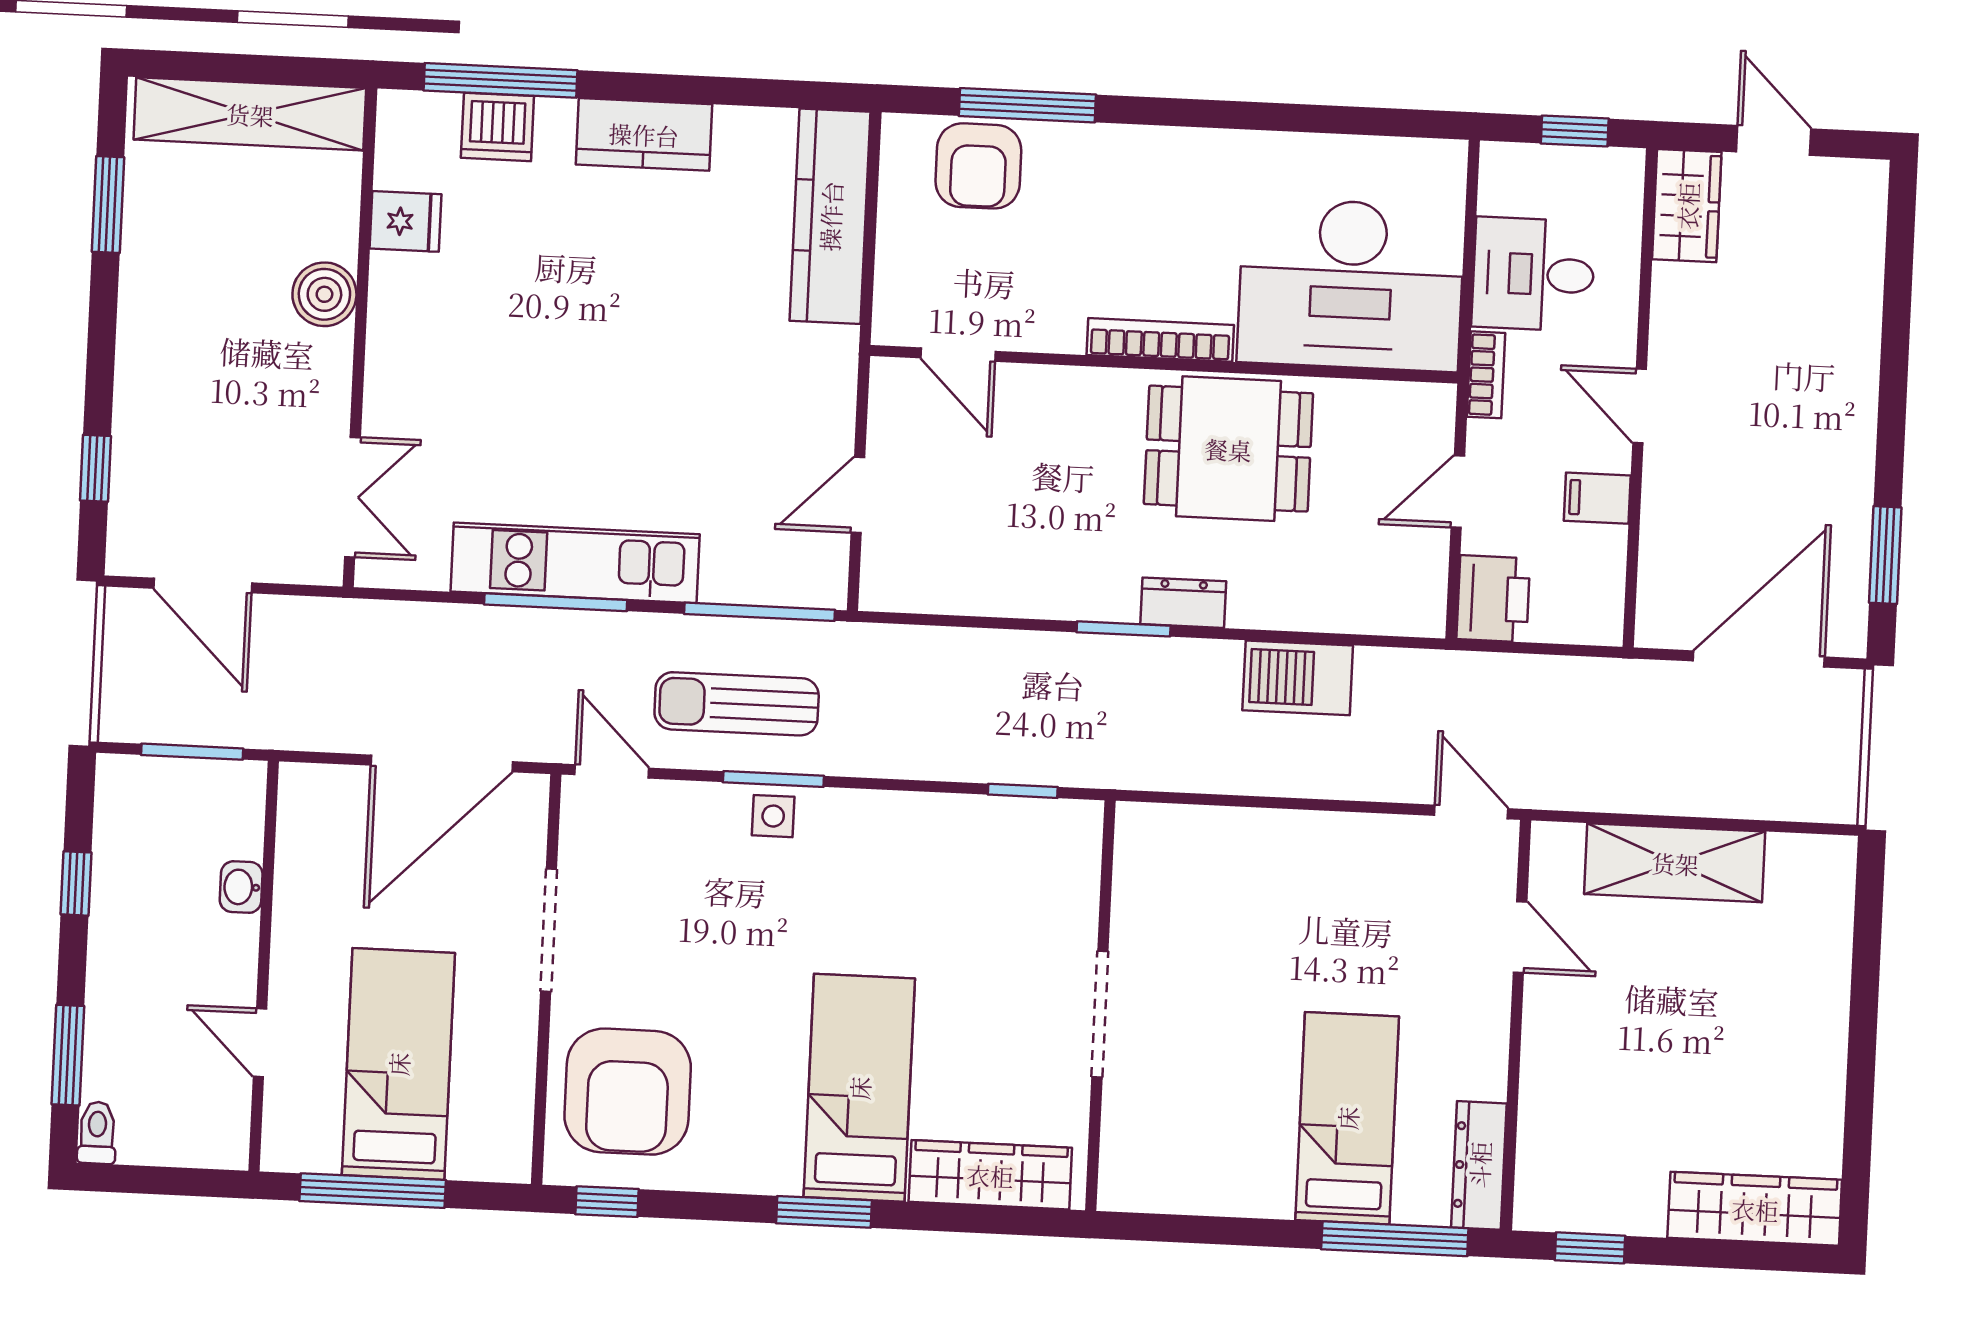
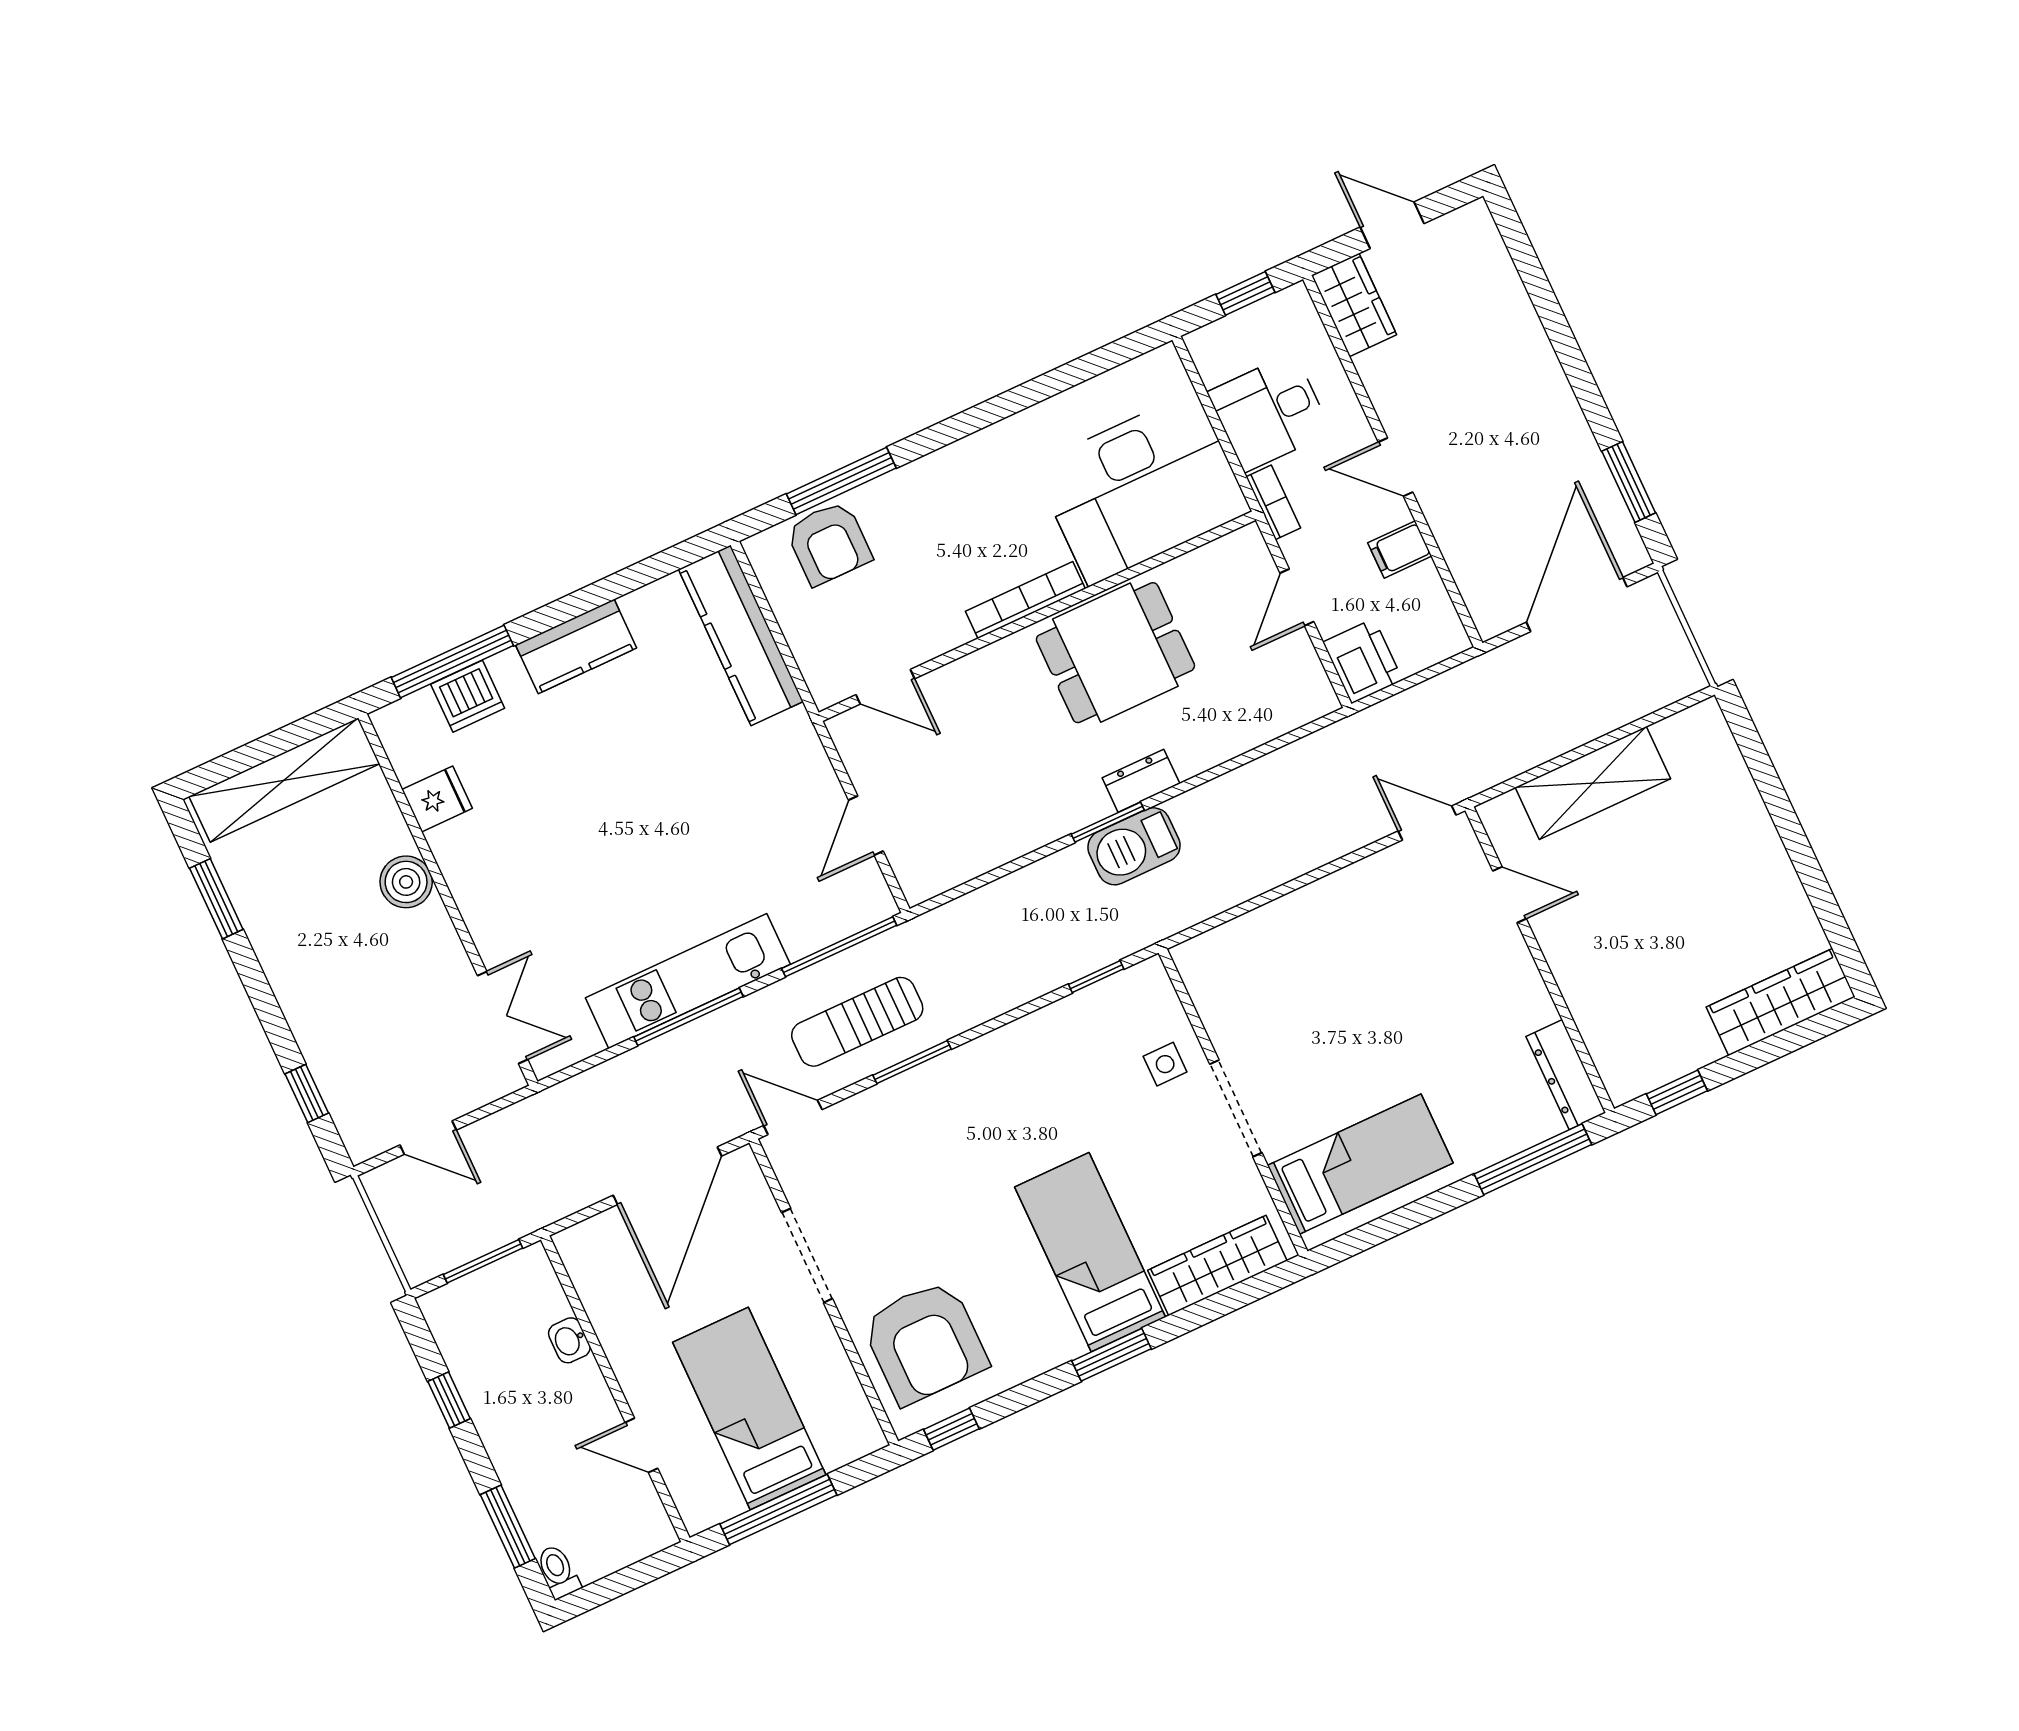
door: (203, 586) -> (428, 1138), width x0.73
barbecue: (1298, 678) -> (1134, 846), moved
side table: (773, 816) -> (1165, 1064), moved
bed: (1347, 1118) -> (1360, 1164), moved, turned 90

